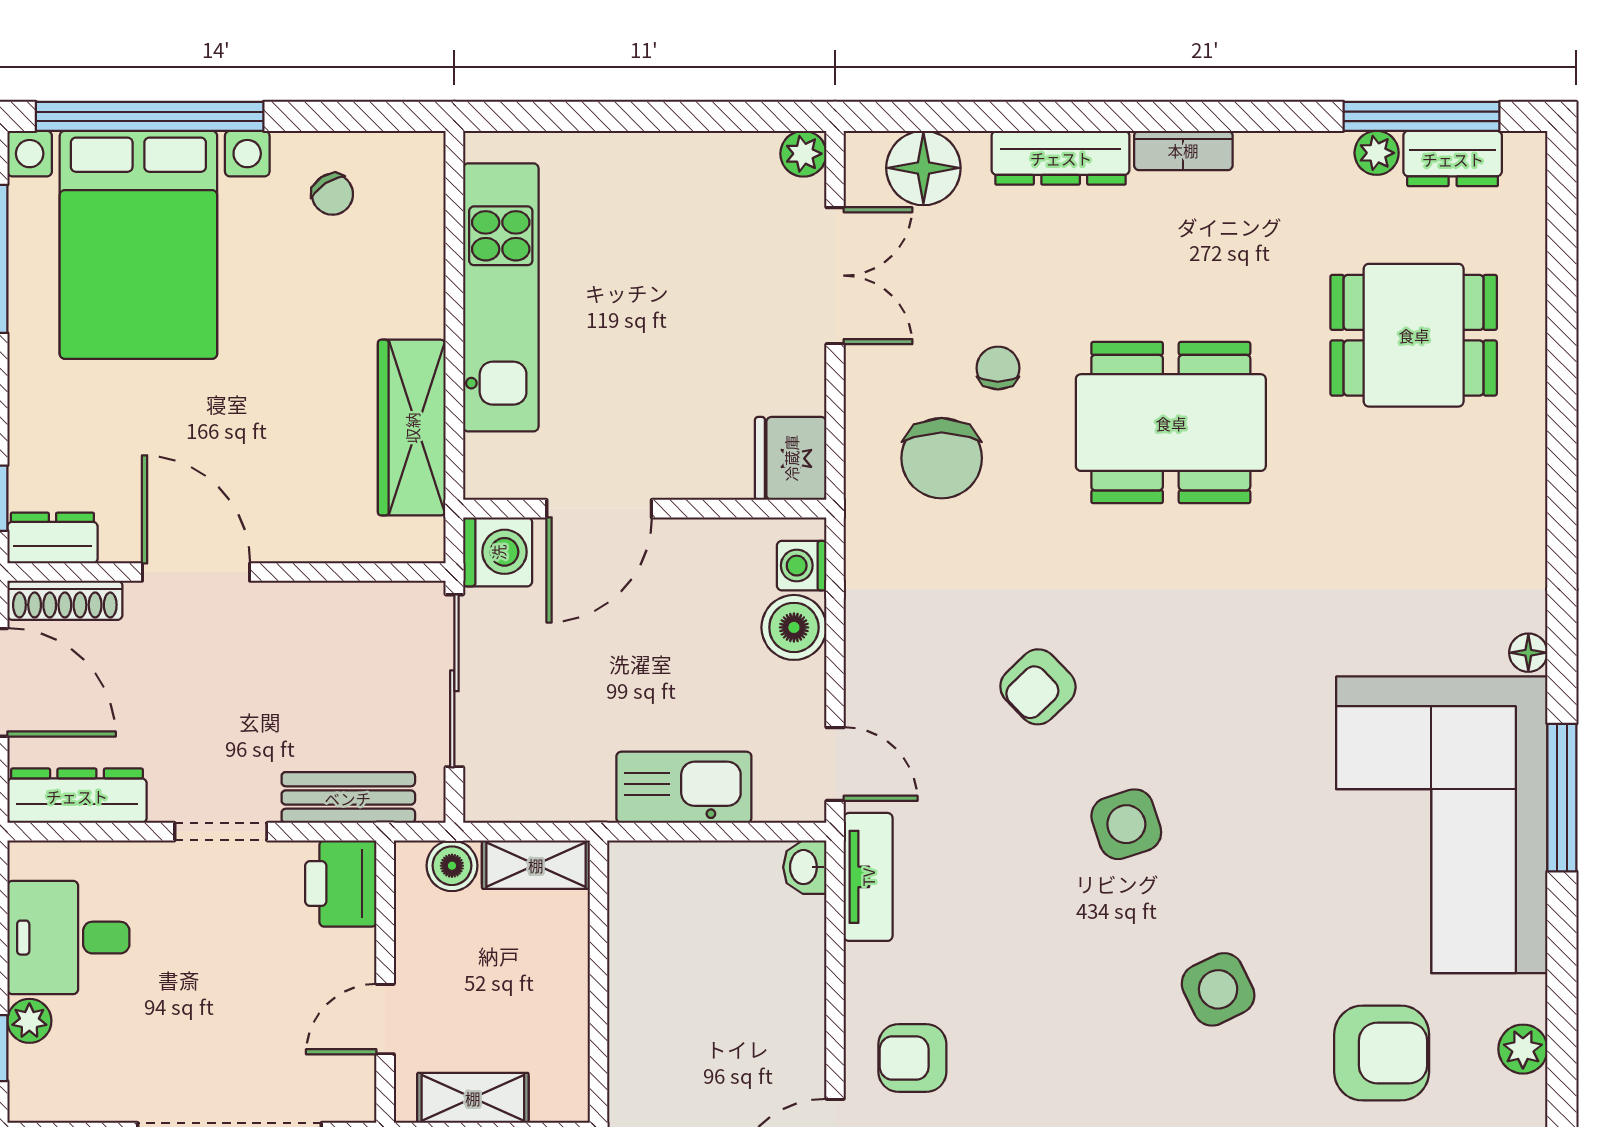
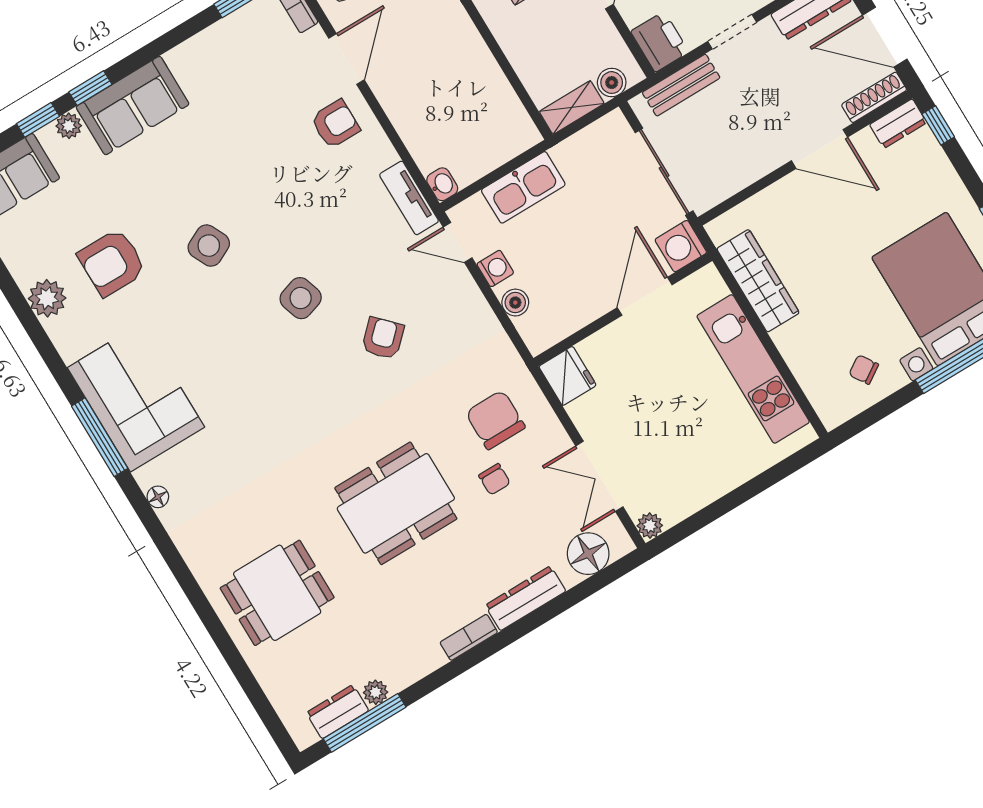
dining table: (1414, 335) -> (277, 593), moved
washing machine: (802, 566) -> (495, 268), moved
boiler: (794, 627) -> (515, 303), width x0.73, depth x0.73
corner sofa: (1442, 825) -> (136, 397), width x0.73, depth x0.74
plant: (1523, 1049) -> (47, 298), width x1.38, depth x1.38

